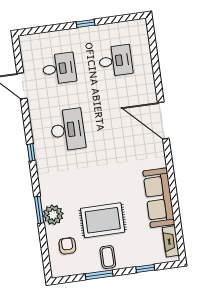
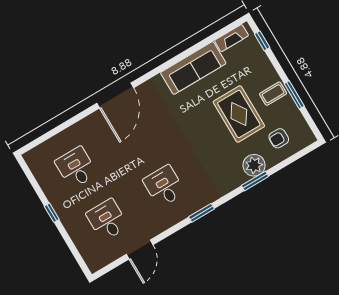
desk: (68, 130) -> (164, 186), width x0.73
window: (31, 152) -> (201, 213), width x1.50
window: (145, 268) -> (262, 41), moved

